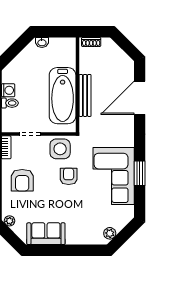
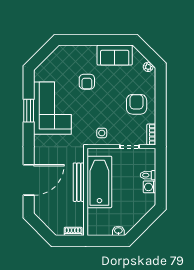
side table: (60, 149) -> (102, 133), width x0.54, depth x0.54
armchair: (69, 176) -> (87, 82), moved
plant: (110, 233) -> (56, 55), removed

